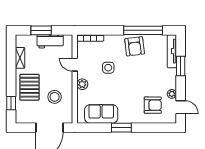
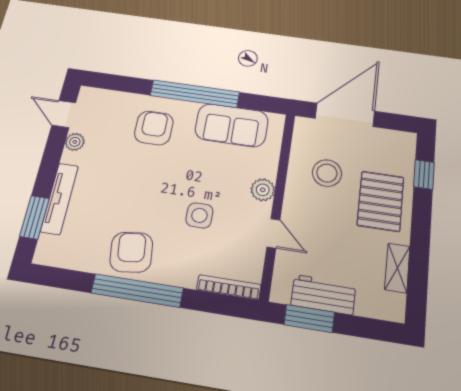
window: (41, 30) -> (309, 319), moved
window: (143, 30) -> (137, 291), moved
tv unit: (172, 51) -> (59, 198), moved
window: (181, 66) -> (35, 217), moved
armchair: (153, 105) -> (154, 128), moved, turned 90
window: (121, 128) -> (195, 94), width x2.11

